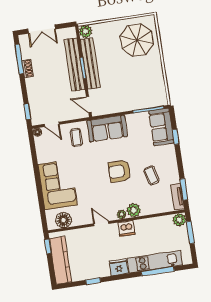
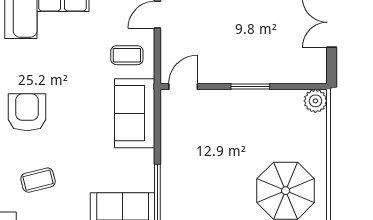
bench: (74, 64) -> (259, 72), removed
bench: (90, 64) -> (256, 101), removed
armchair: (119, 171) -> (27, 112), moved

